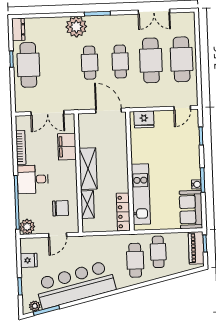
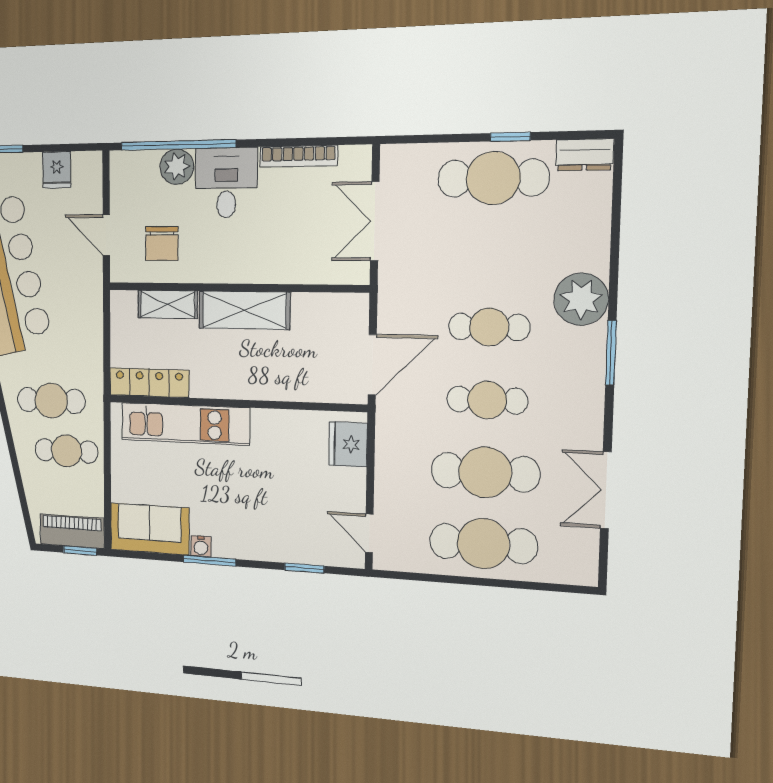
filing cabinet: (67, 147) -> (295, 264), removed
plant: (27, 227) -> (177, 167), moved

